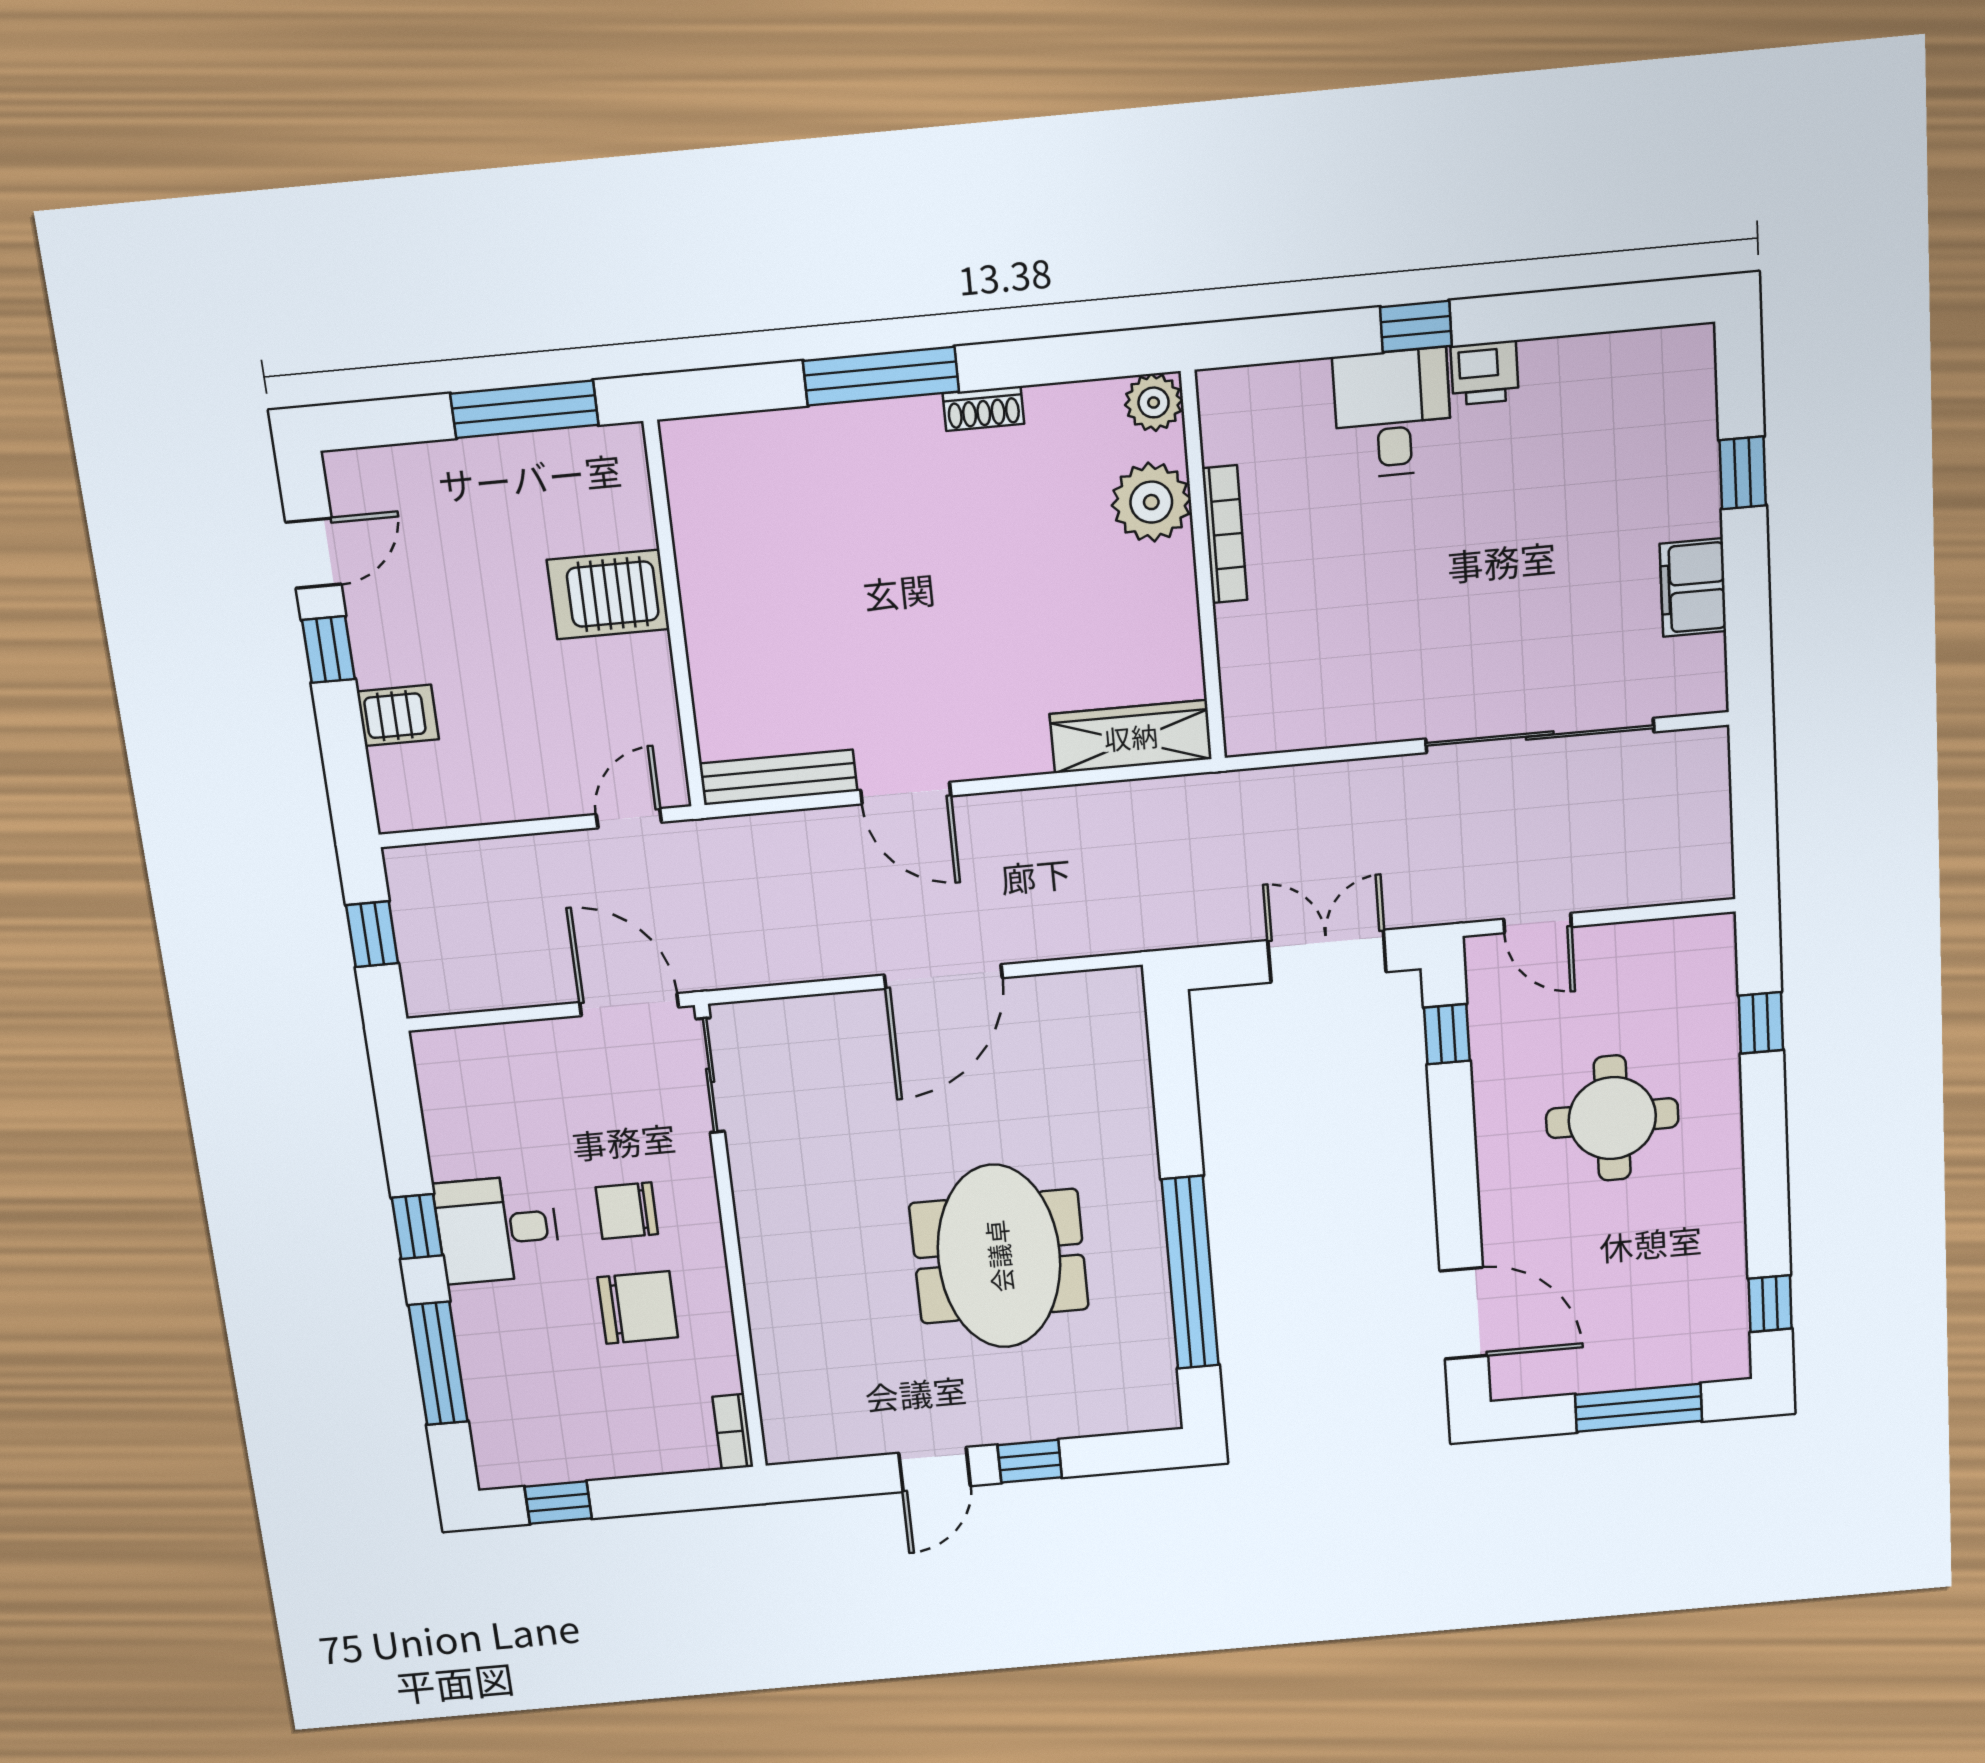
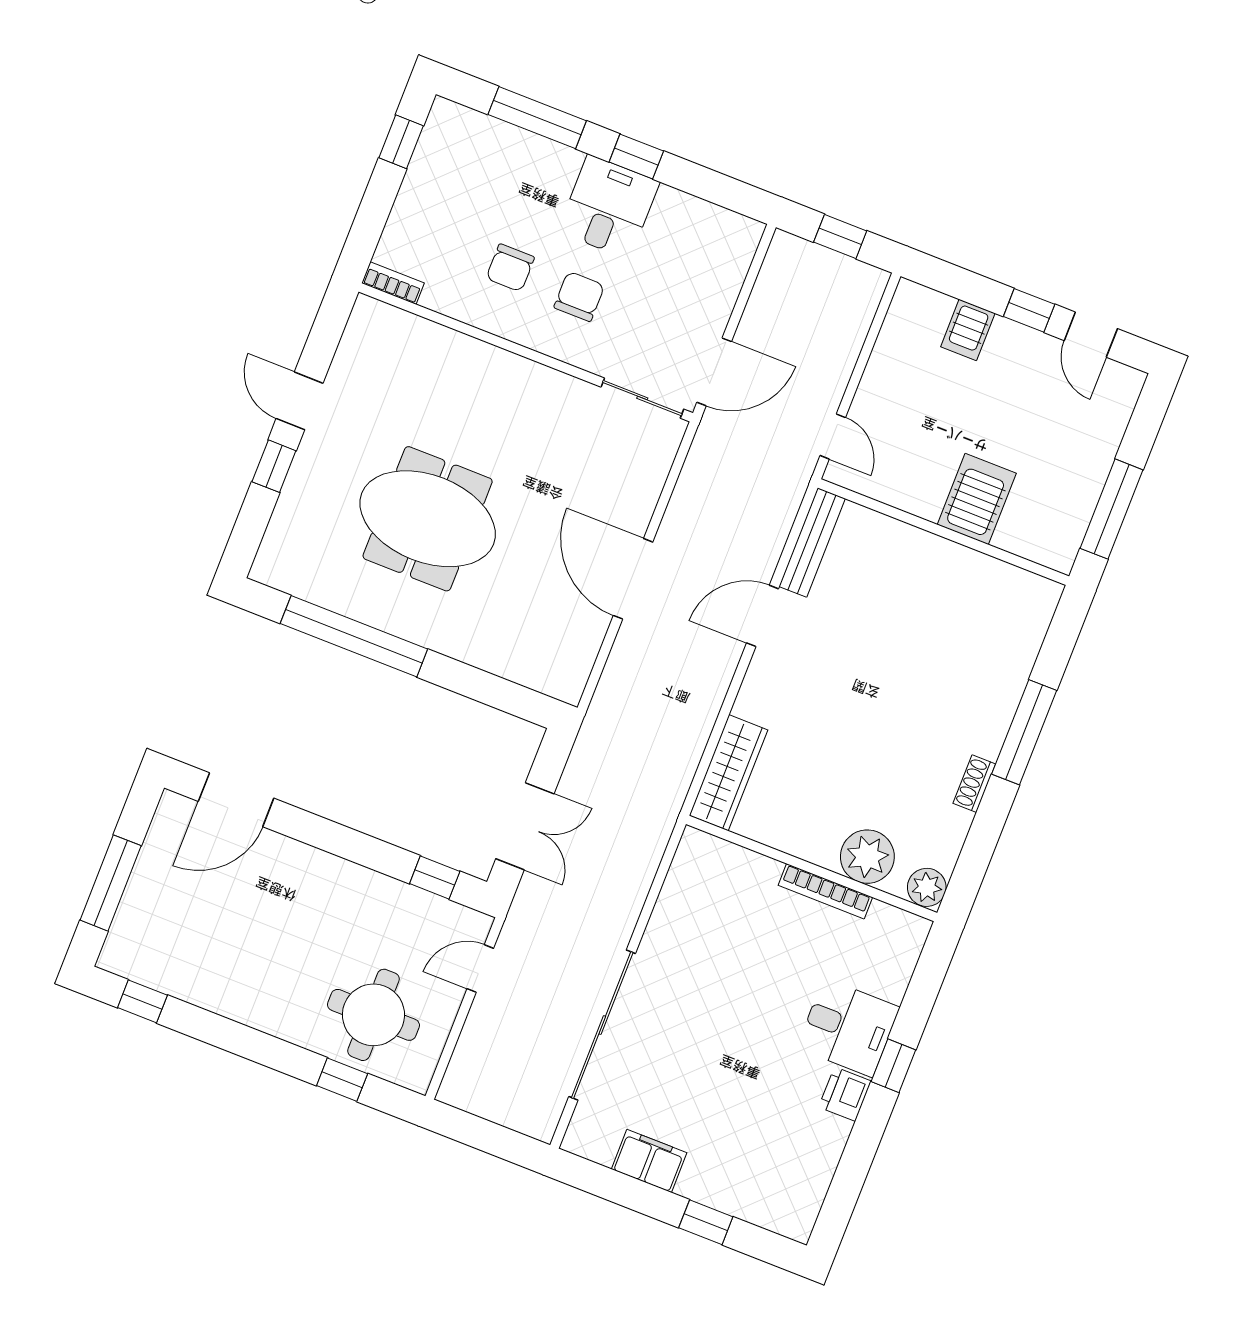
round table: (1612, 1118) -> (373, 1015), moved
chair: (638, 1307) -> (510, 268), width x0.73, depth x0.73

